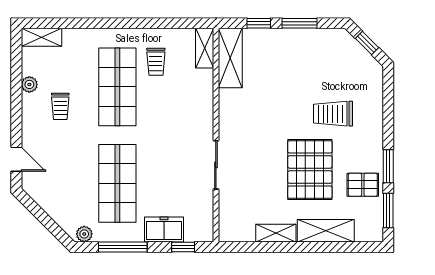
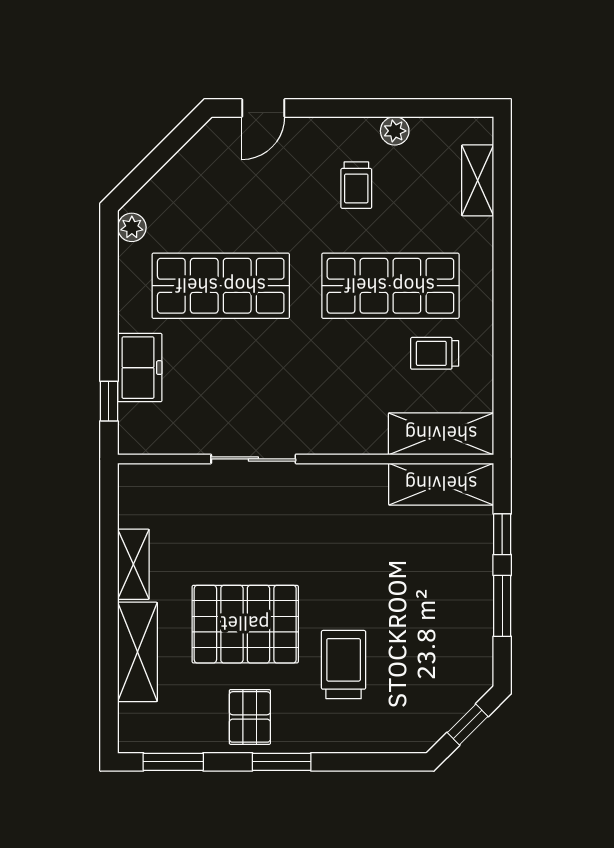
shelving: (41, 37) -> (478, 180), moved
shelving: (205, 48) -> (441, 434), width x1.50, depth x1.33
trolley: (60, 106) -> (356, 185), turned -90
window: (388, 166) -> (282, 762), moved
pallet: (363, 185) -> (250, 717), moved
window: (123, 247) -> (109, 295), removed

